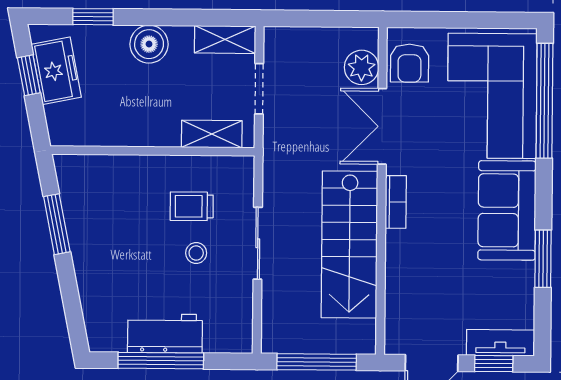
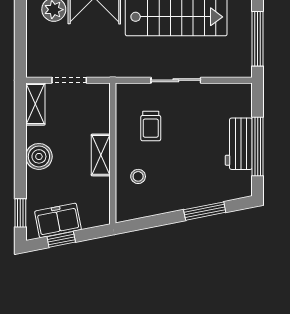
window: (93, 17) -> (20, 213), moved
shelving: (212, 134) -> (101, 155), moved
window: (57, 224) -> (205, 211), moved
stool: (196, 253) -> (138, 176), moved

